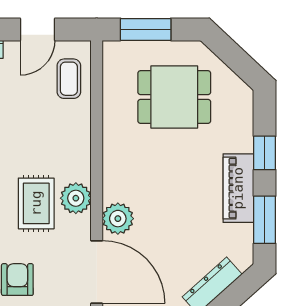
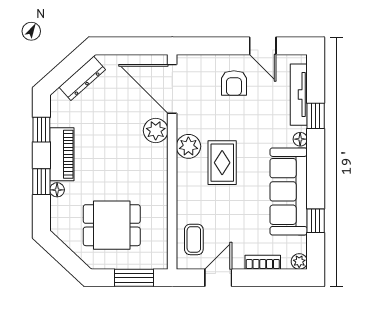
floor lamp: (244, 142) -> (57, 190), added
rug: (36, 203) -> (222, 163), moved
window: (265, 220) -> (41, 130), width x0.67

